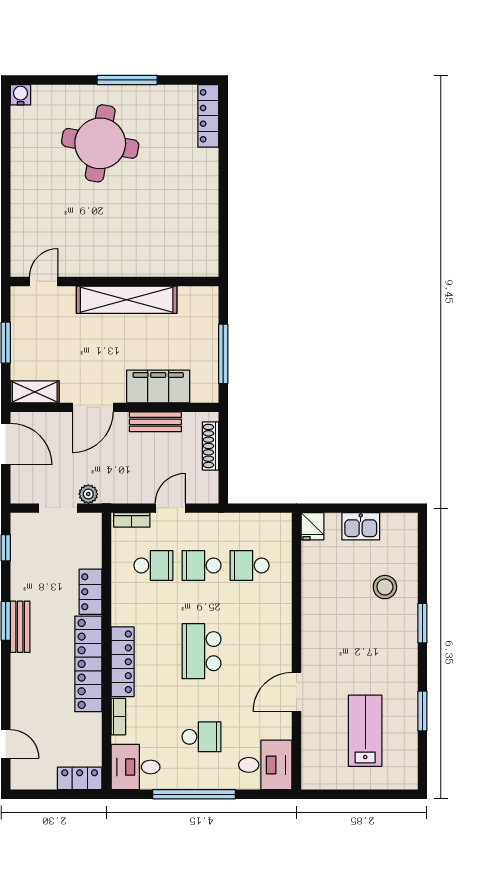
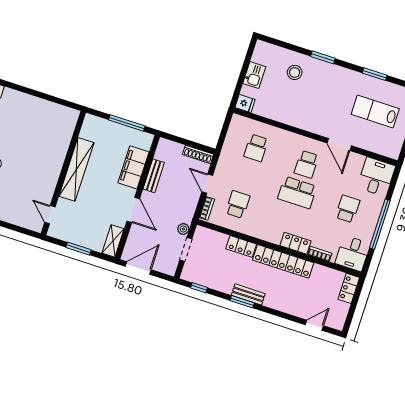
shoe rack: (210, 446) -> (198, 154), moved
school desk: (201, 565) -> (306, 164), moved
locker: (123, 662) -> (295, 243), width x0.66

